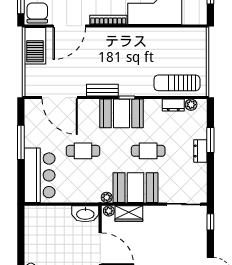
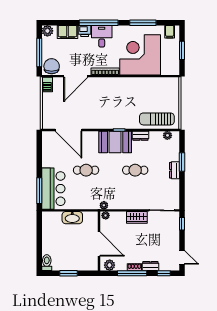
barbecue: (35, 46) -> (47, 84), width x0.53, depth x0.65
bench: (102, 90) -> (101, 124), removed
dresser: (173, 105) -> (140, 136), moved
window: (21, 142) -> (39, 191), moved
booth: (136, 188) -> (126, 198), removed
wardrobe: (129, 213) -> (137, 217), moved
washbasin: (85, 214) -> (72, 218), moved

